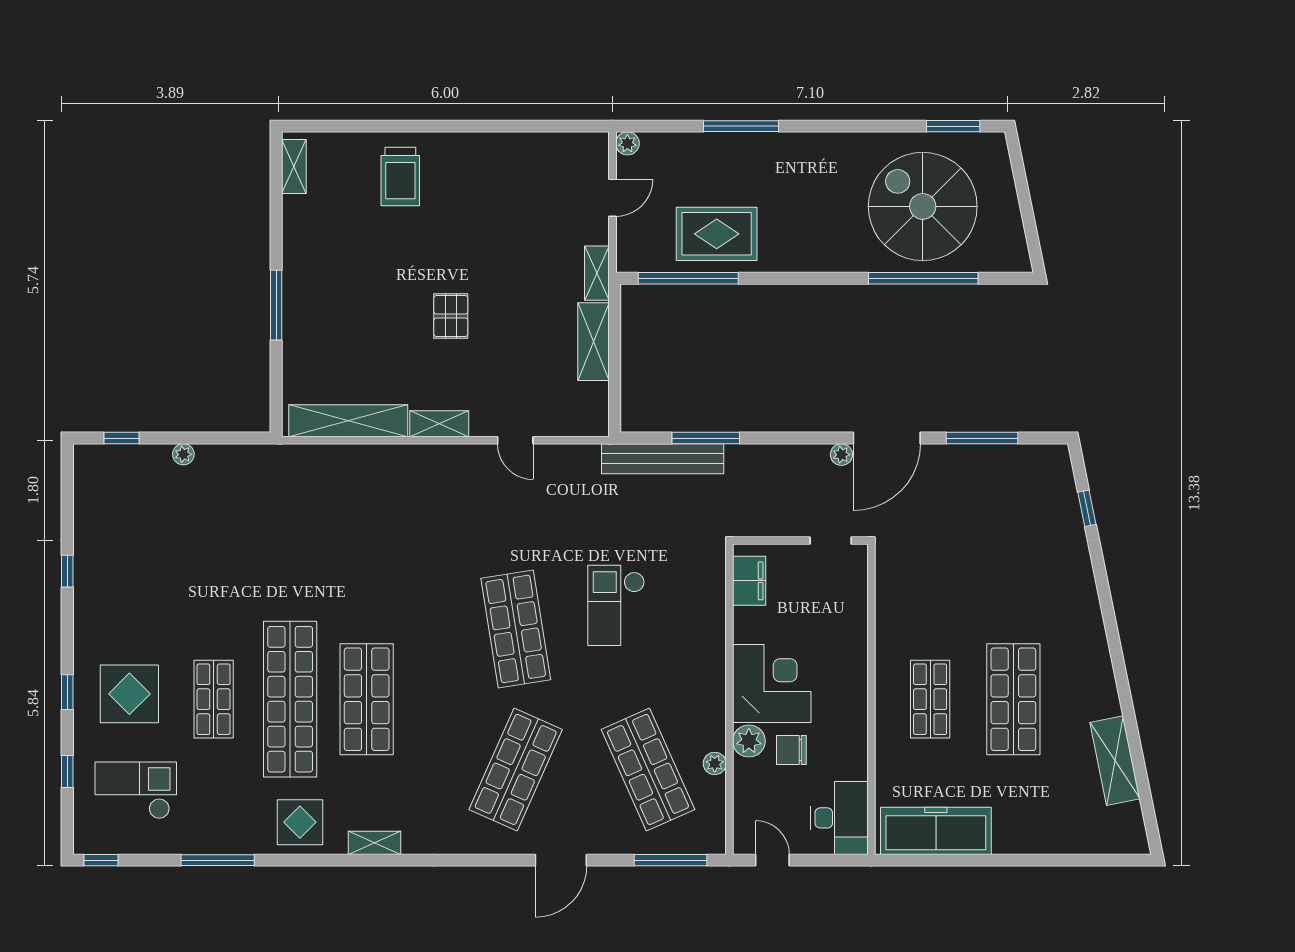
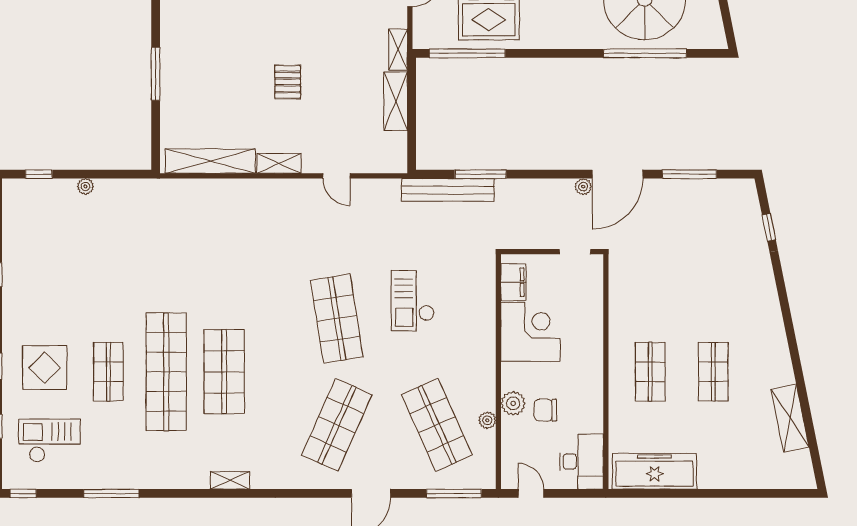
corner desk: (772, 684) -> (530, 332), moved
shop shelf: (1013, 699) -> (713, 372), width x0.70, depth x0.74
display table: (300, 822) -> (174, 465), removed

